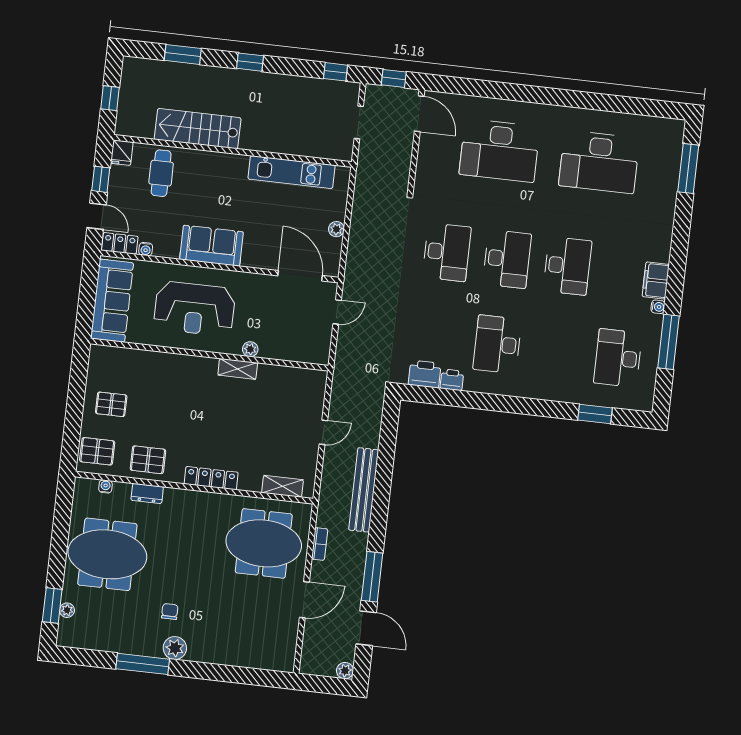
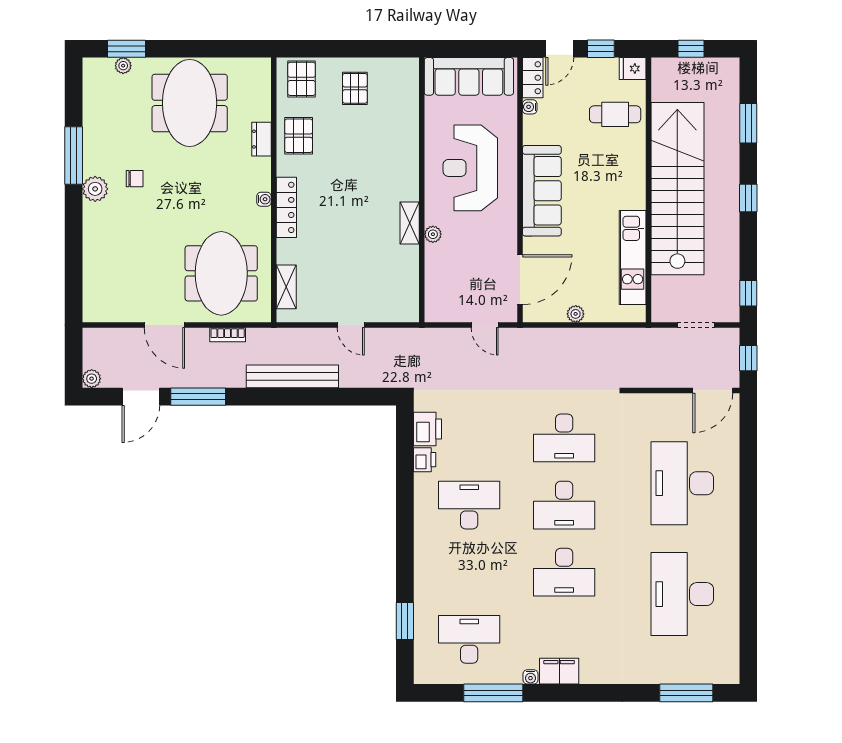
stairs: (198, 129) -> (677, 189), width x1.86, depth x1.51
sofa: (211, 246) -> (542, 191), width x1.36
water cooler: (105, 486) -> (264, 199), moved

